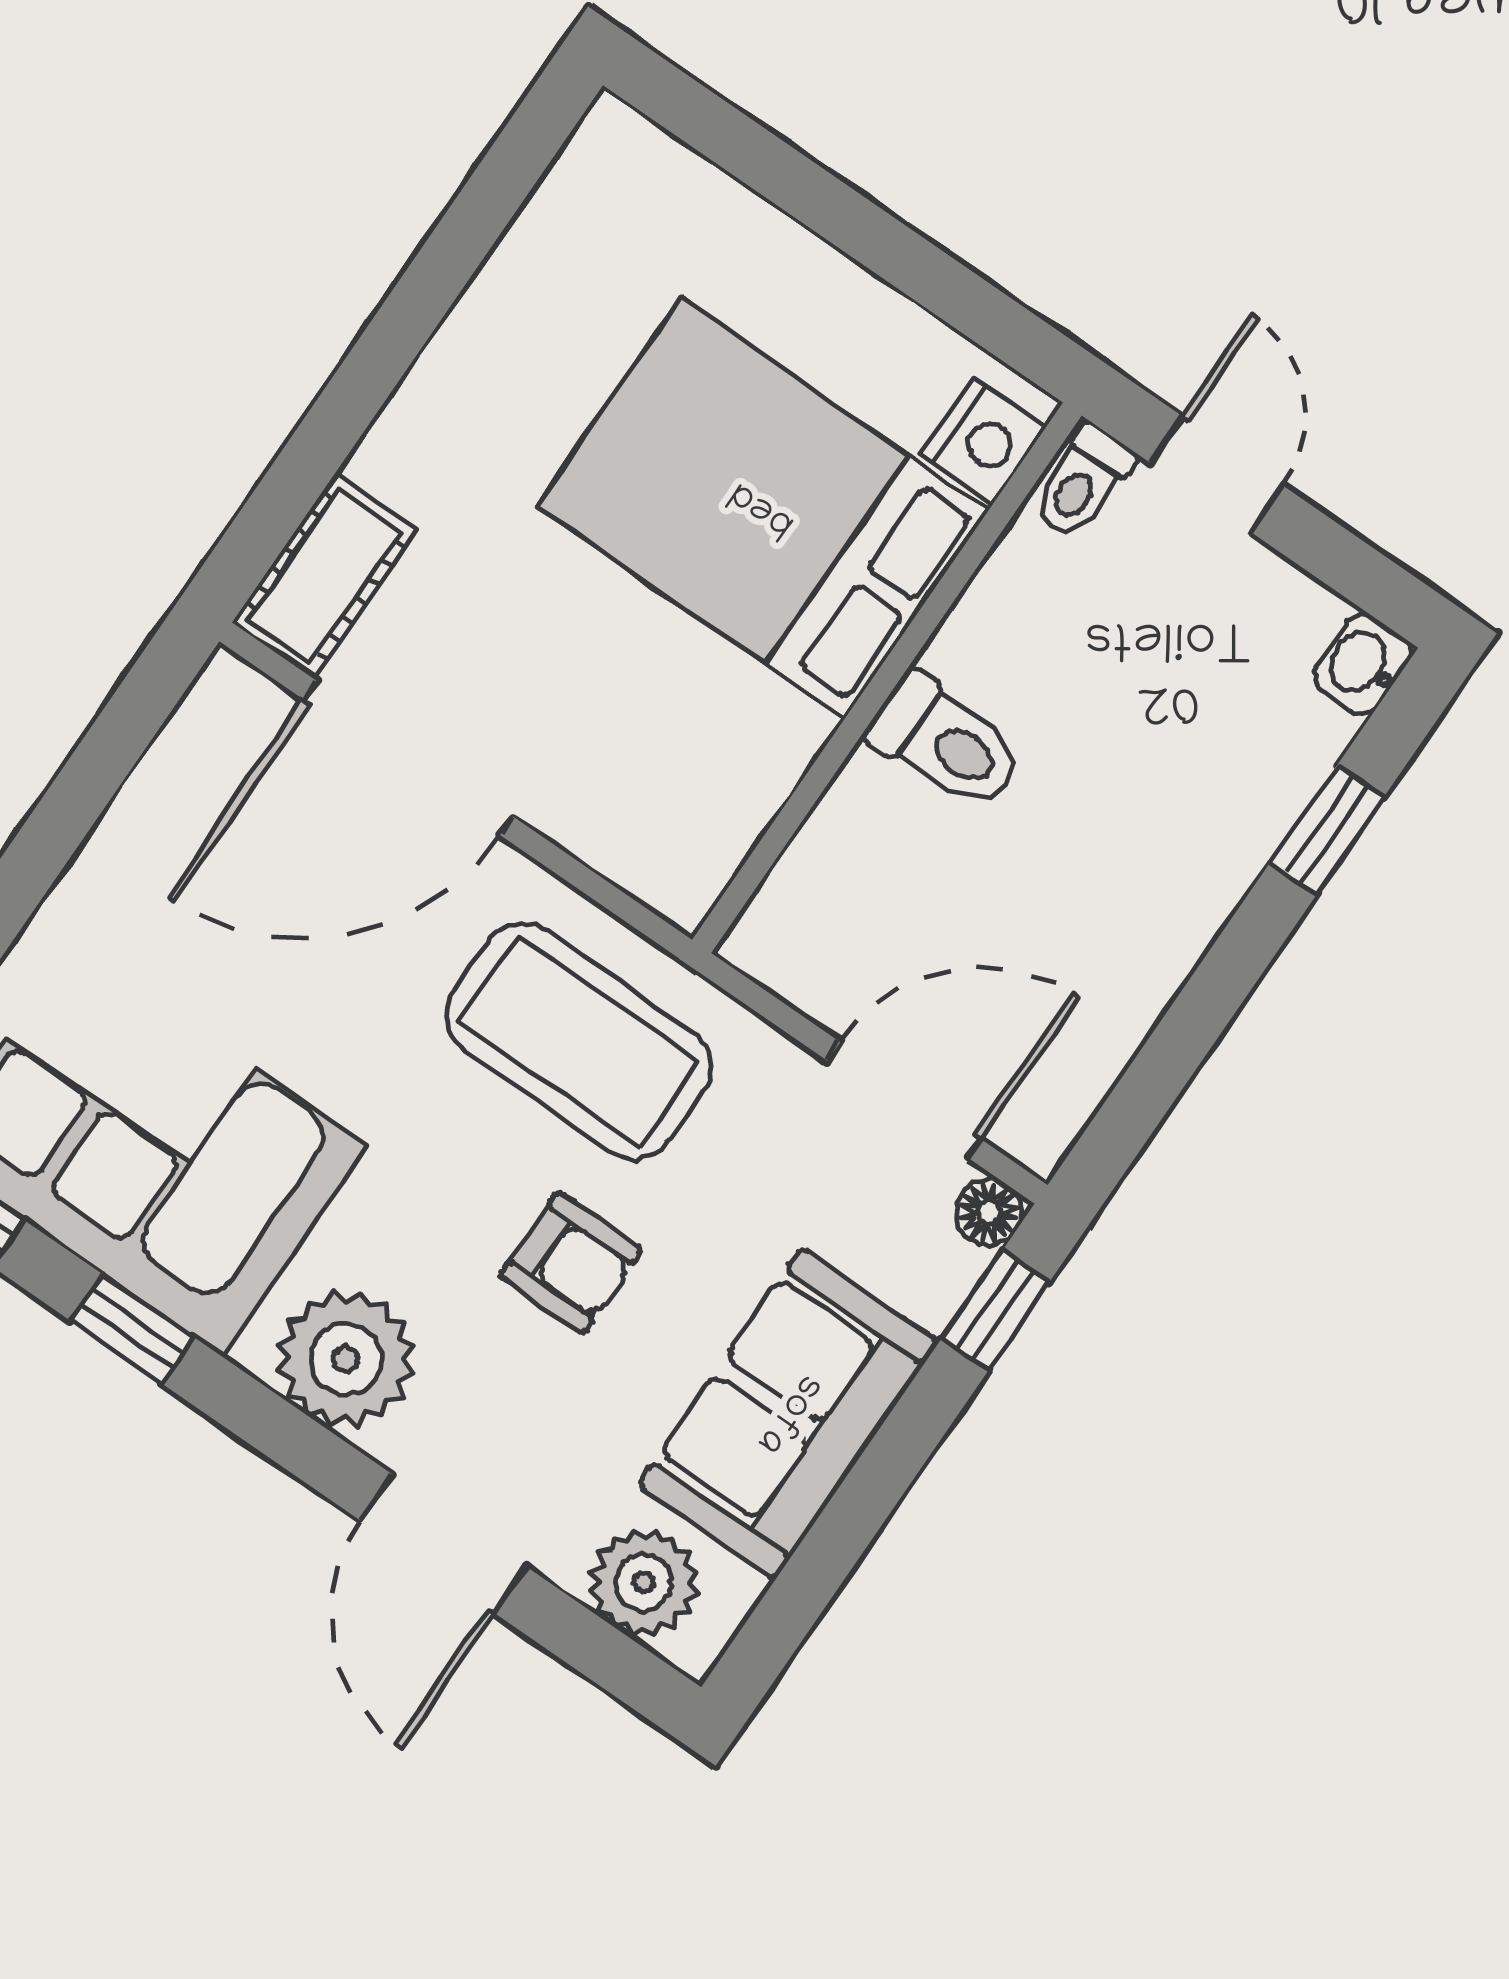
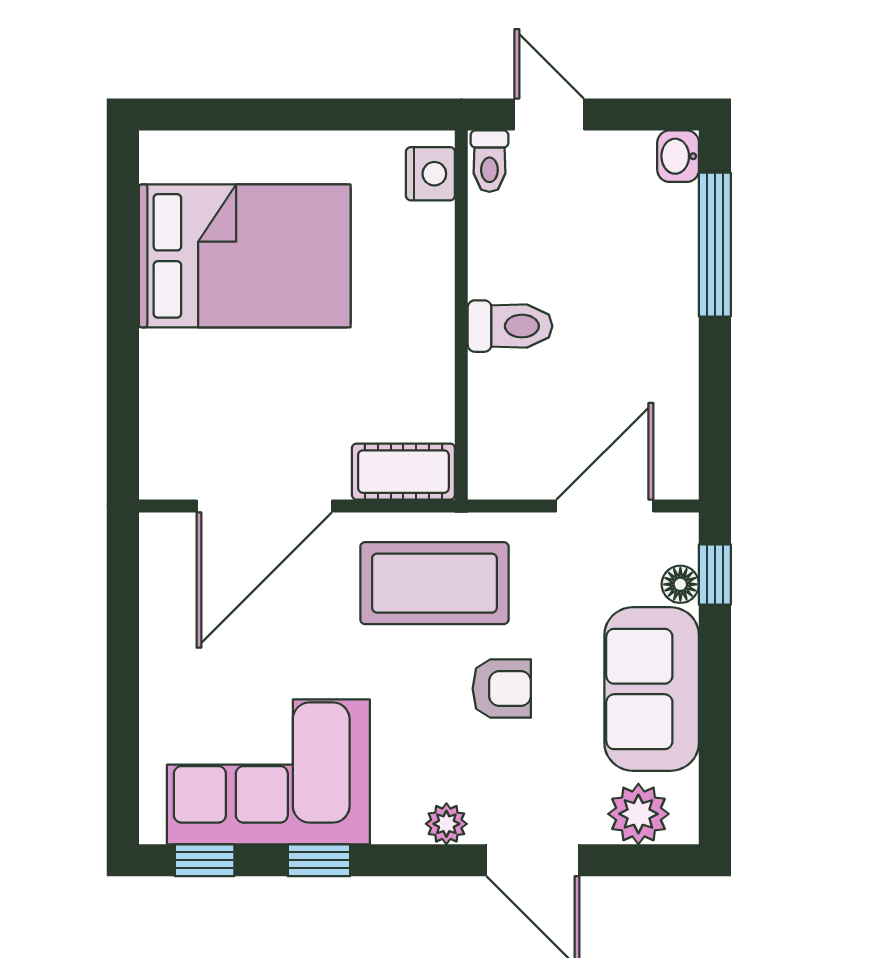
bed: (763, 508) -> (245, 256), moved, turned 180
cot: (324, 576) -> (403, 472), moved, turned 90
window: (1327, 830) -> (715, 245), width x2.17
floor lamp: (989, 1212) -> (680, 584), moved
plant: (346, 1359) -> (446, 824), width x0.53, depth x0.53

